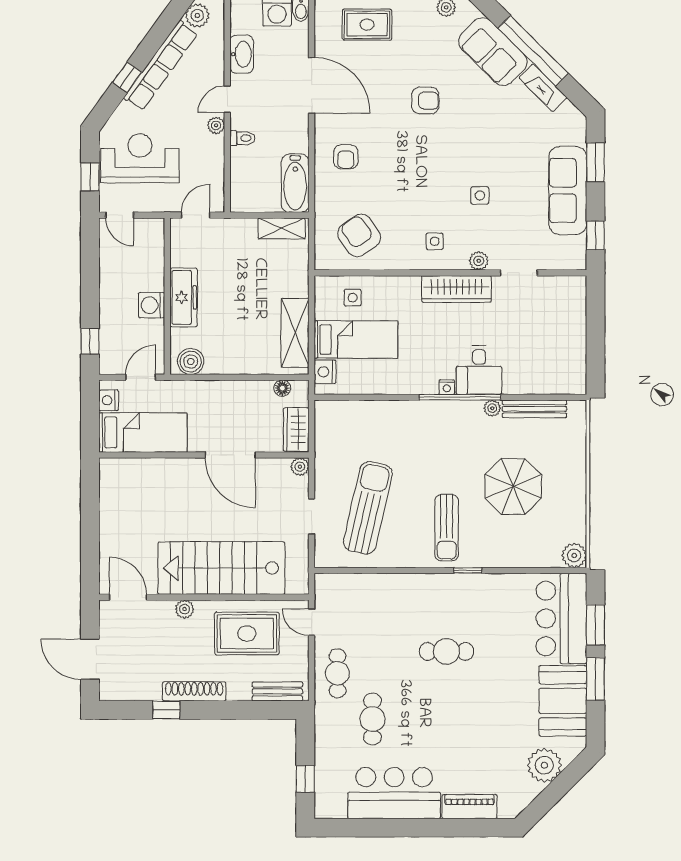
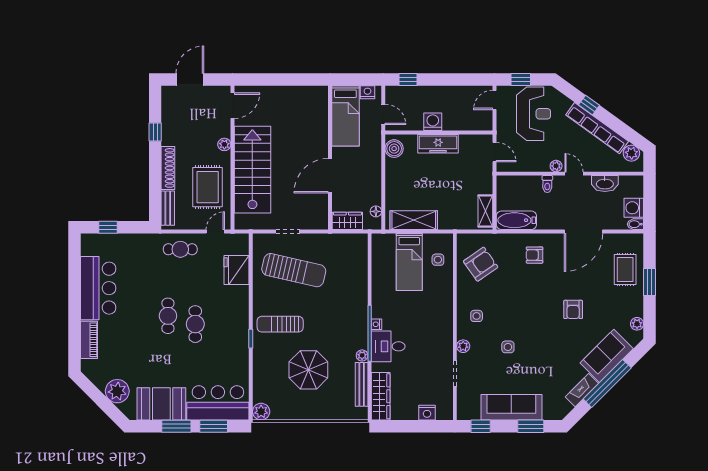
wardrobe: (456, 289) -> (381, 396), moved, turned 180
nightstand: (325, 372) -> (427, 413), moved, turned 180
plant: (300, 467) -> (322, 223), removed
fridge: (368, 591) -> (237, 270), added
shoe rack: (194, 691) -> (168, 168), moved
cafe table: (372, 719) -> (168, 316), moved, turned 90

